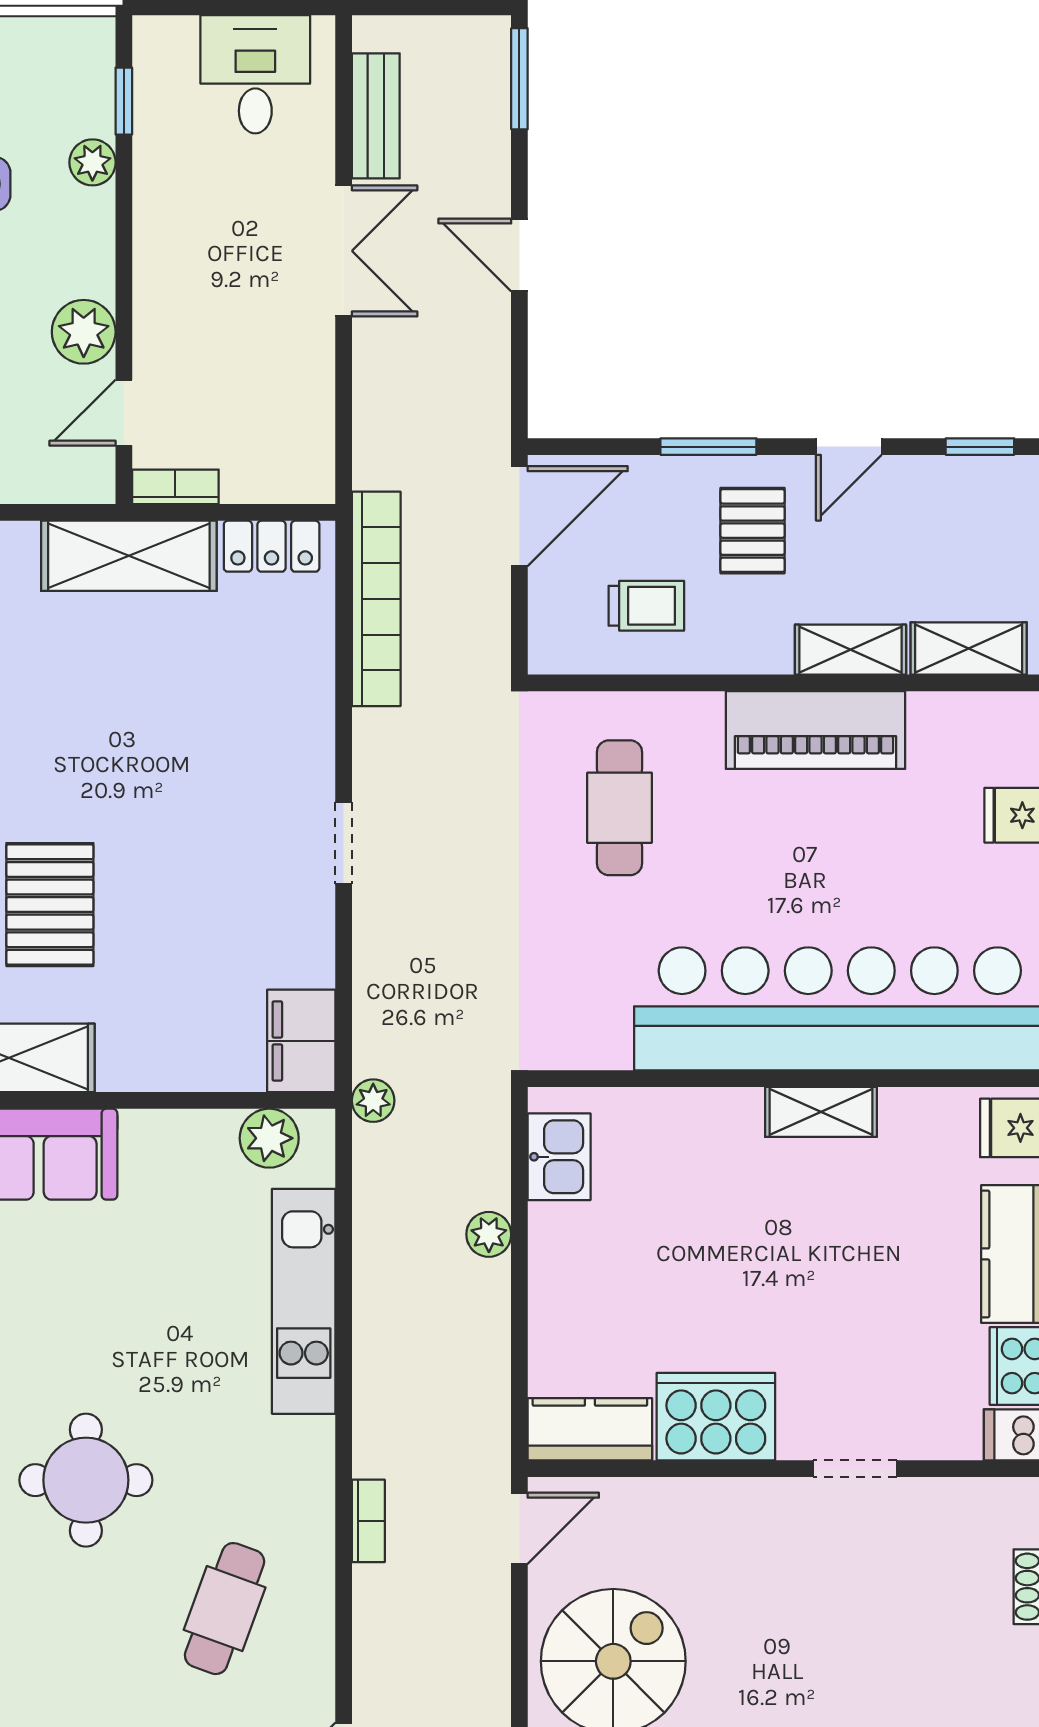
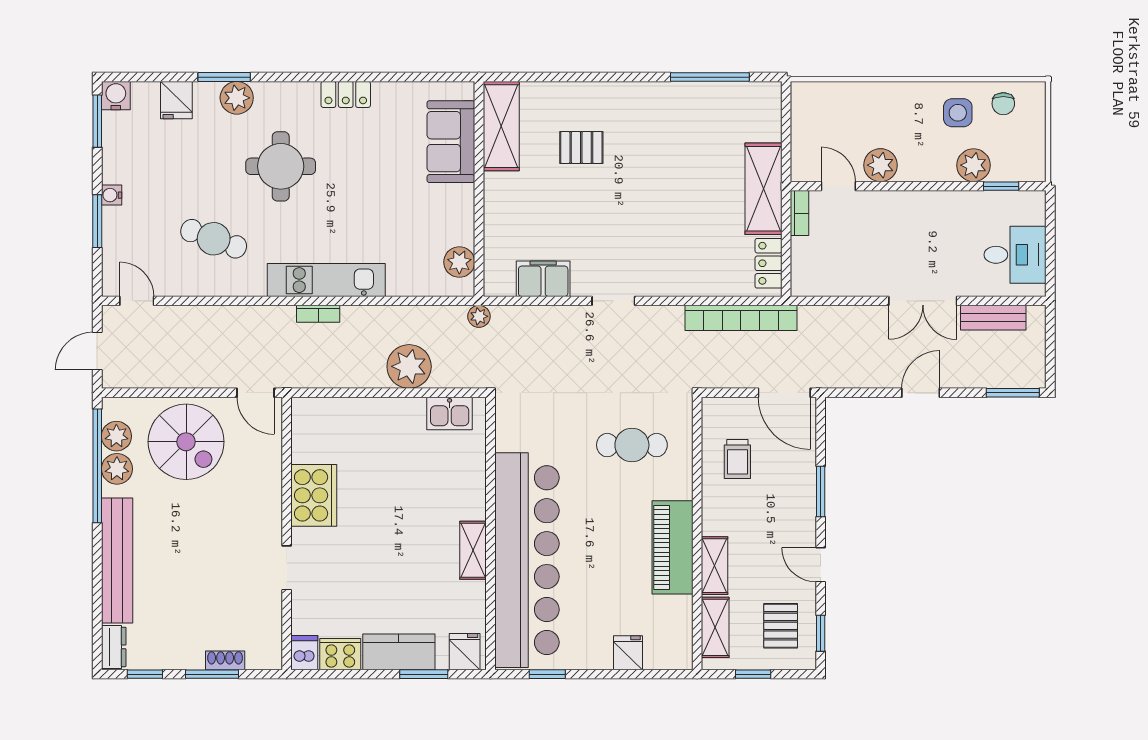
plant: (92, 162) -> (974, 165), width x1.38, depth x1.38
pallet: (753, 531) -> (781, 626), moved, turned 90
pallet: (50, 905) -> (581, 147), width x0.67, depth x0.71
filing cabinet: (301, 1041) -> (543, 279), moved
plant: (489, 1234) -> (409, 366), width x1.88, depth x1.88
kitchen unit: (304, 1301) -> (326, 280), moved
kitchen counter: (590, 1429) -> (307, 430), removed
bookcase: (368, 1521) -> (318, 314), moved

